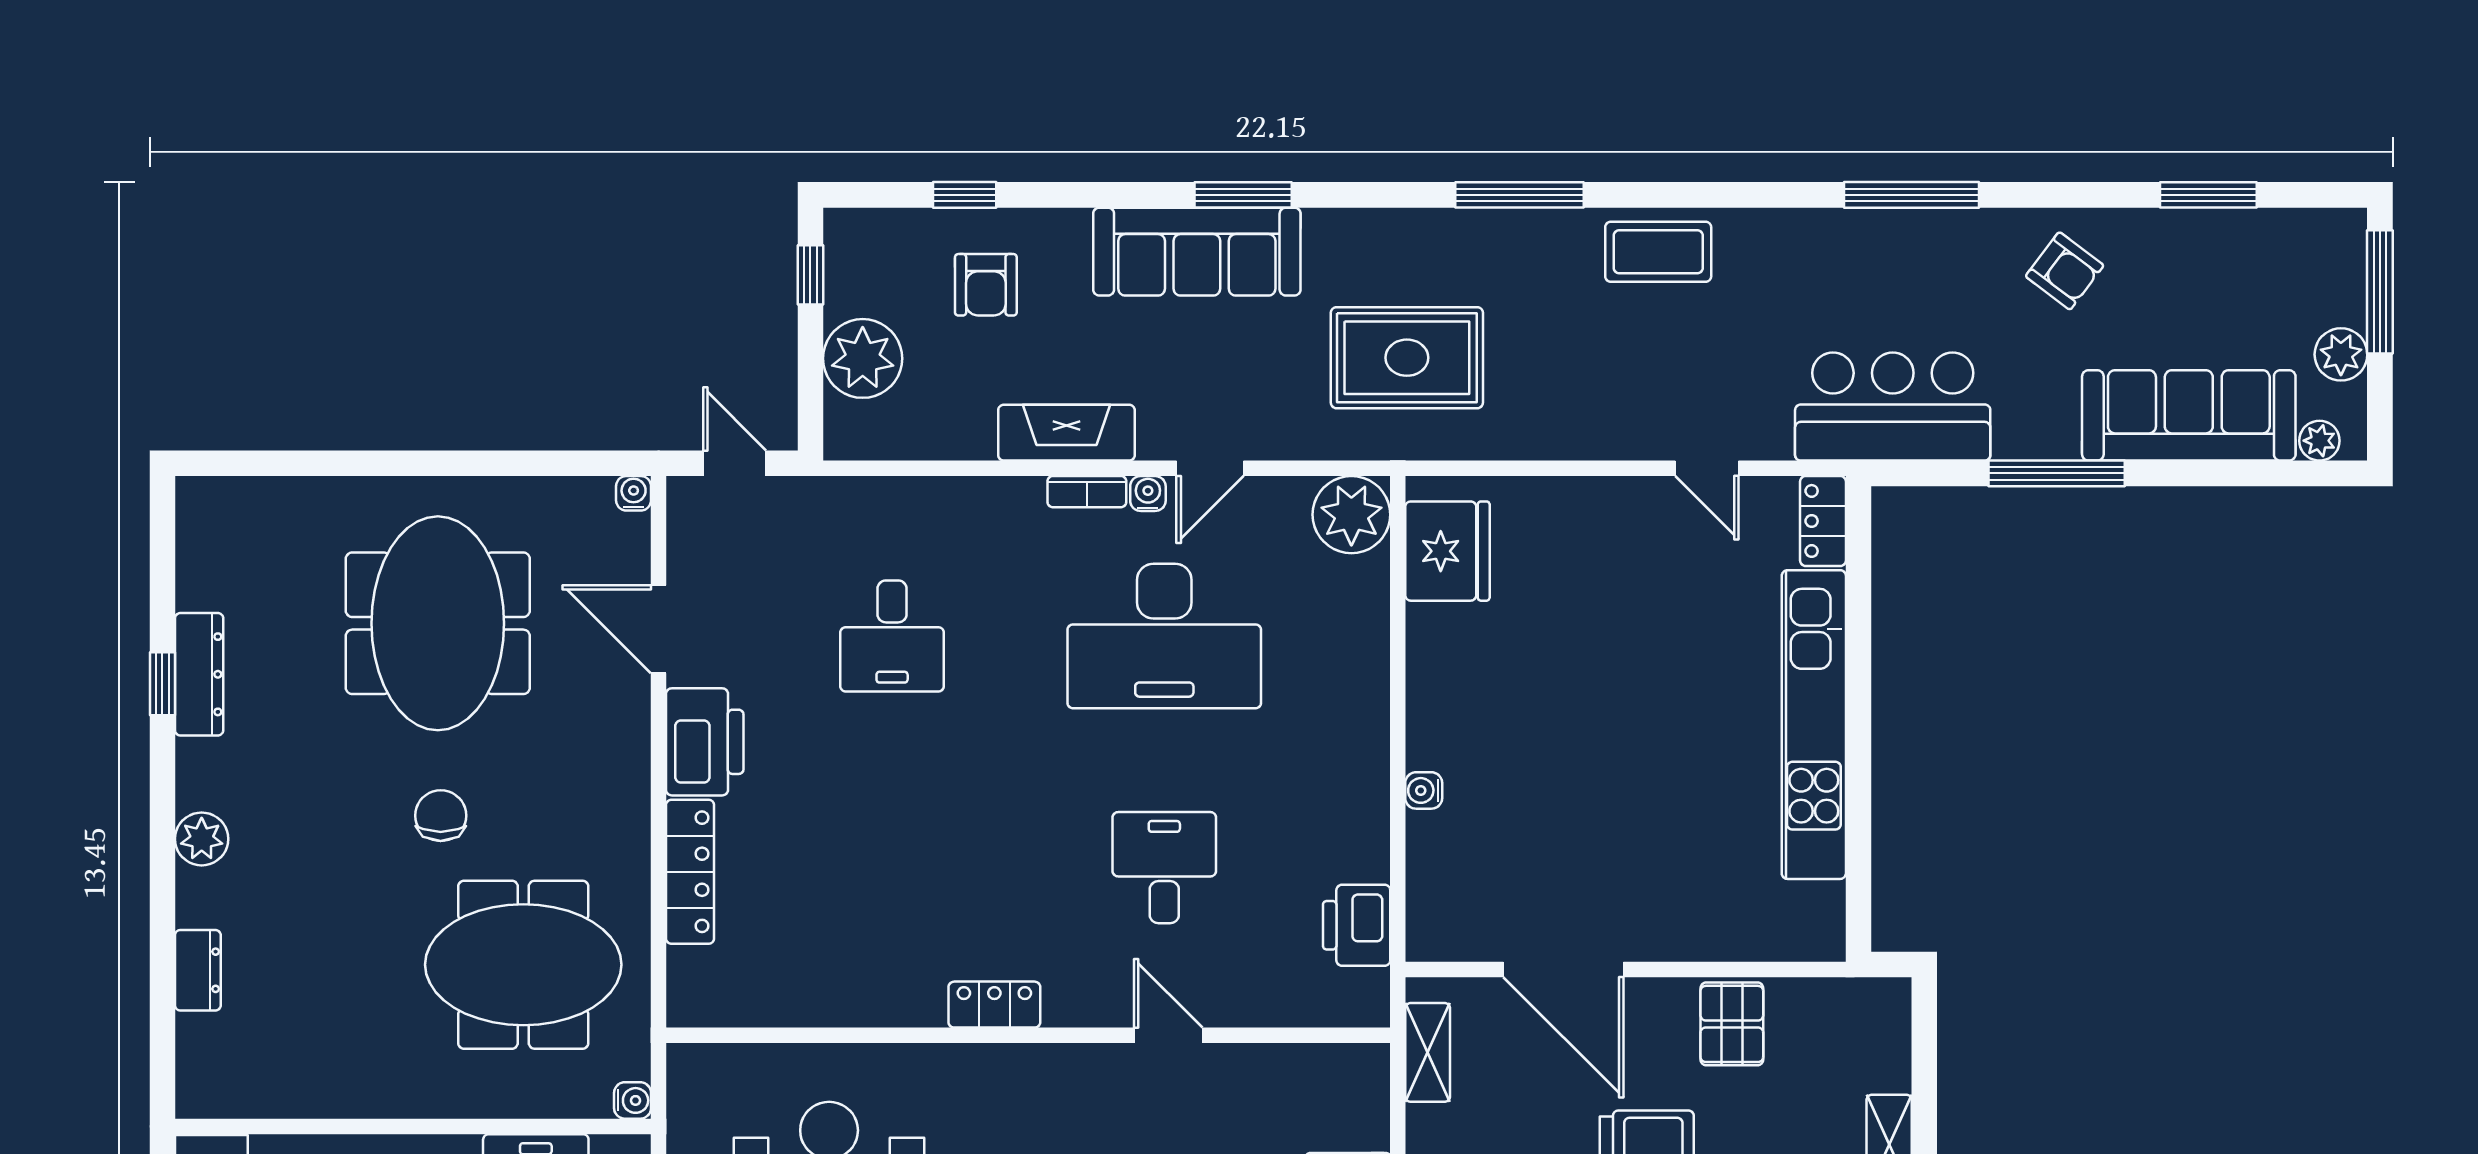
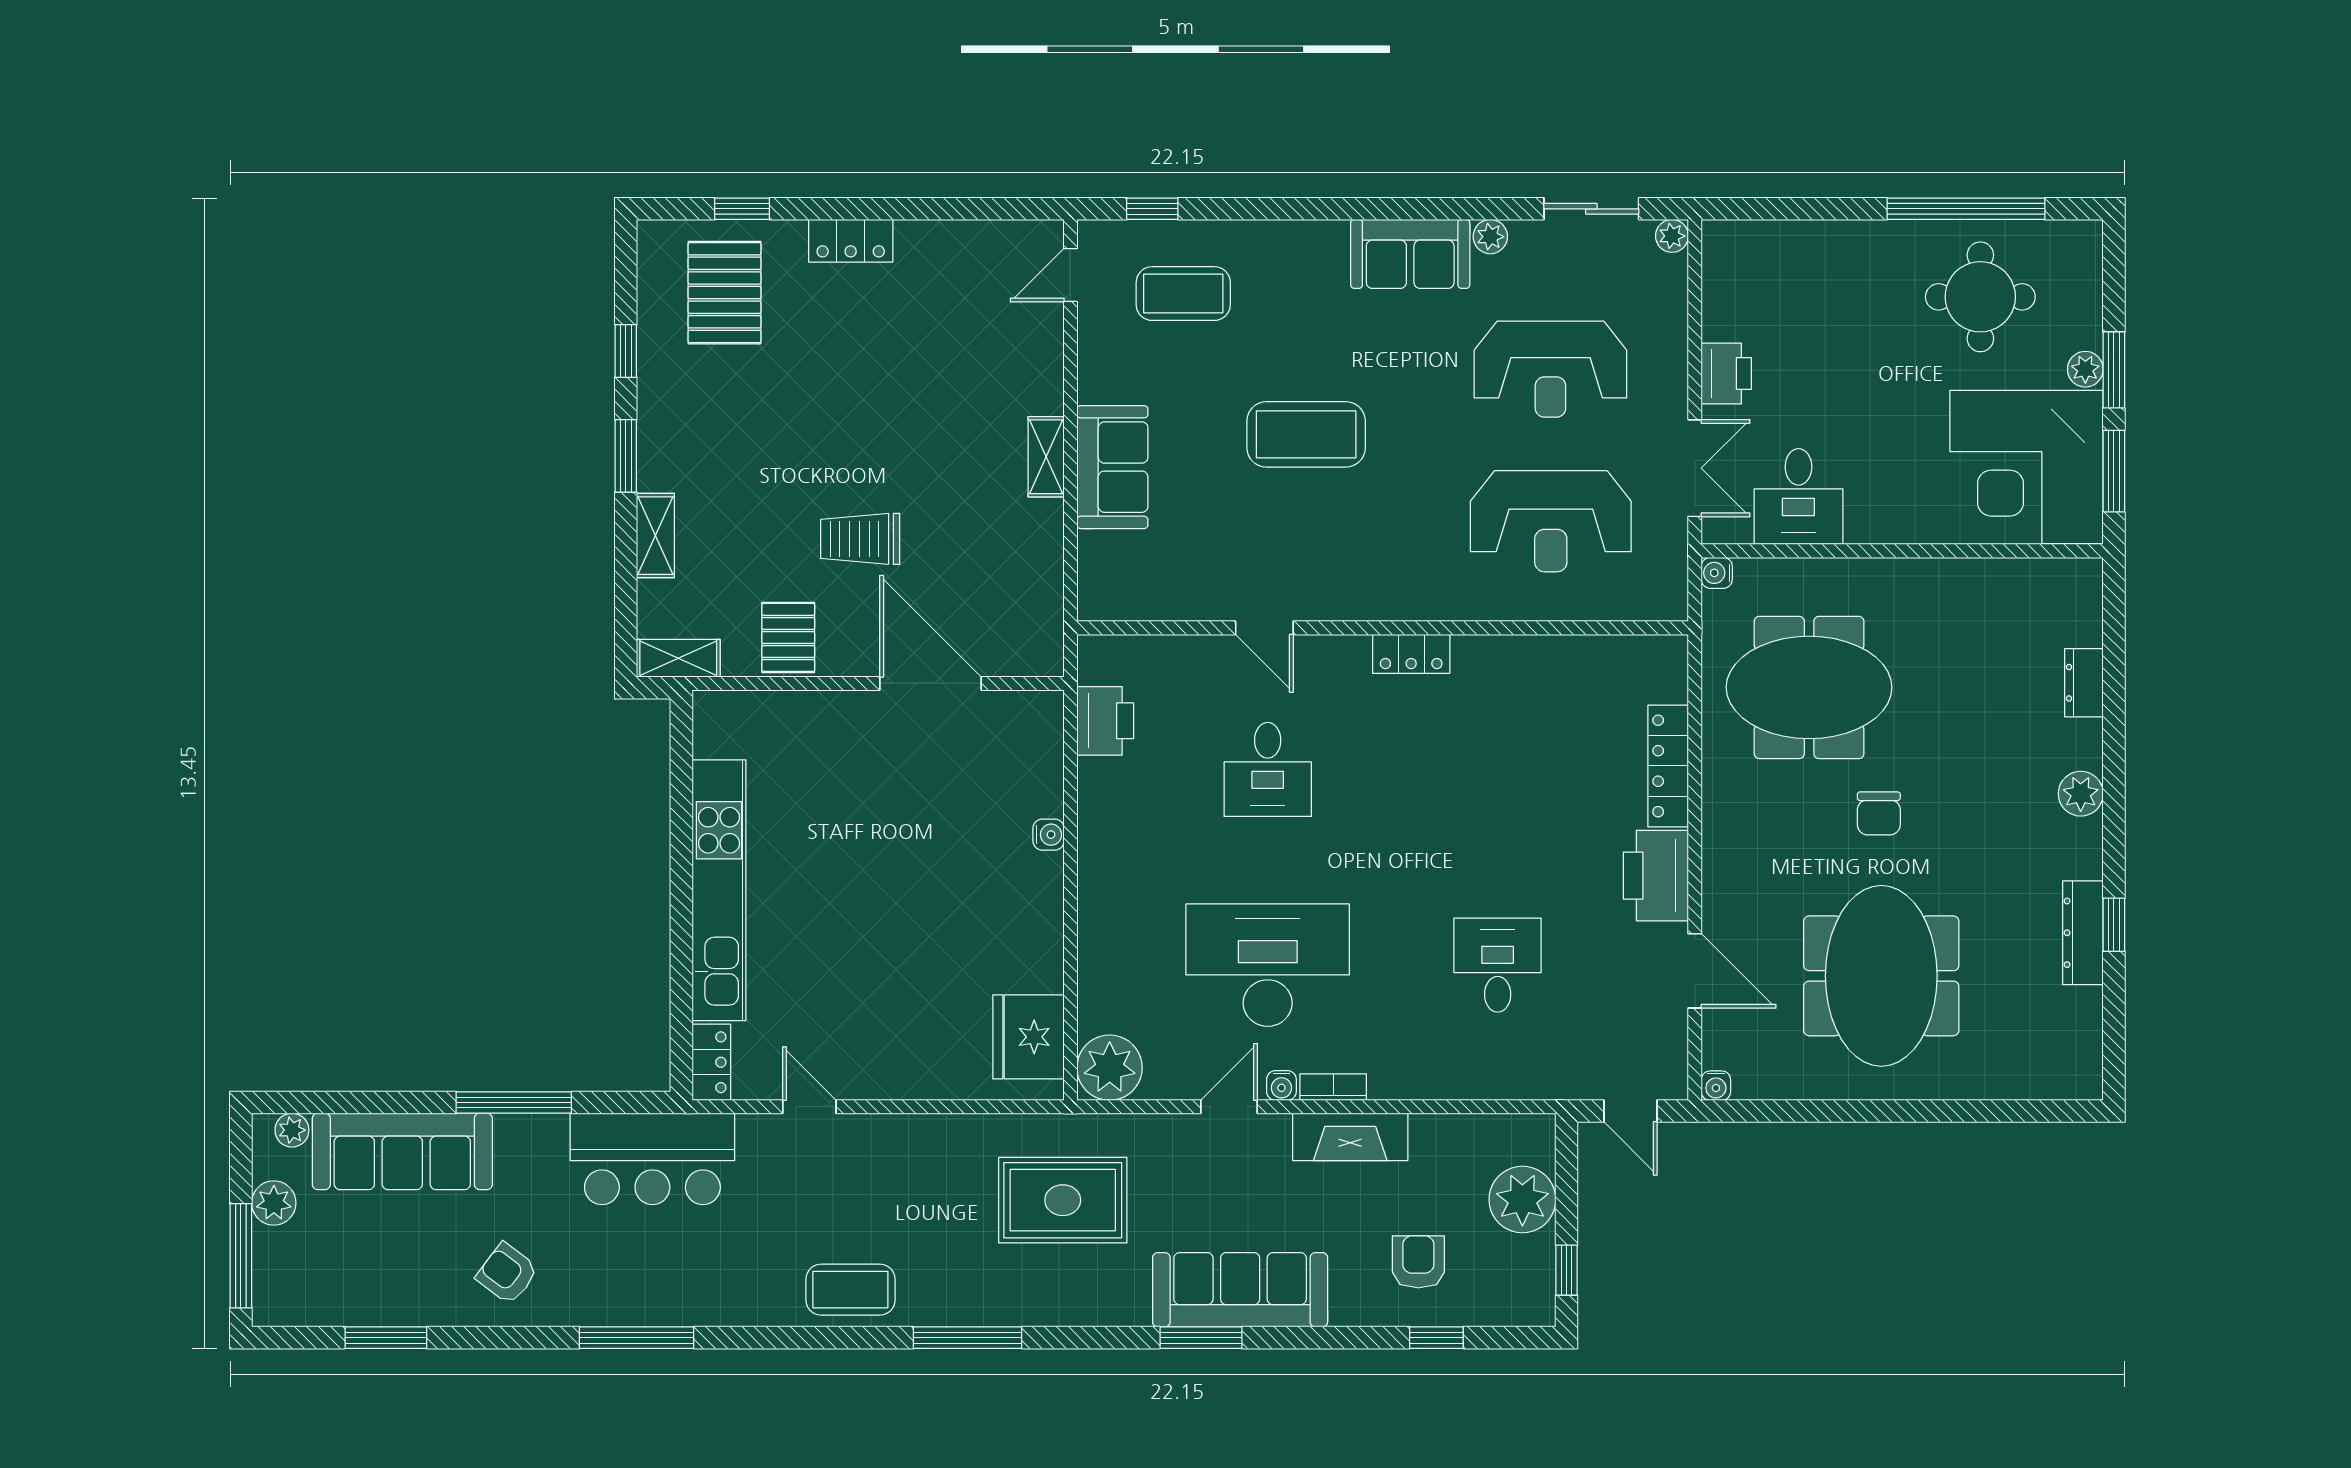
shelving: (1428, 1052) -> (678, 658), moved, turned 90

